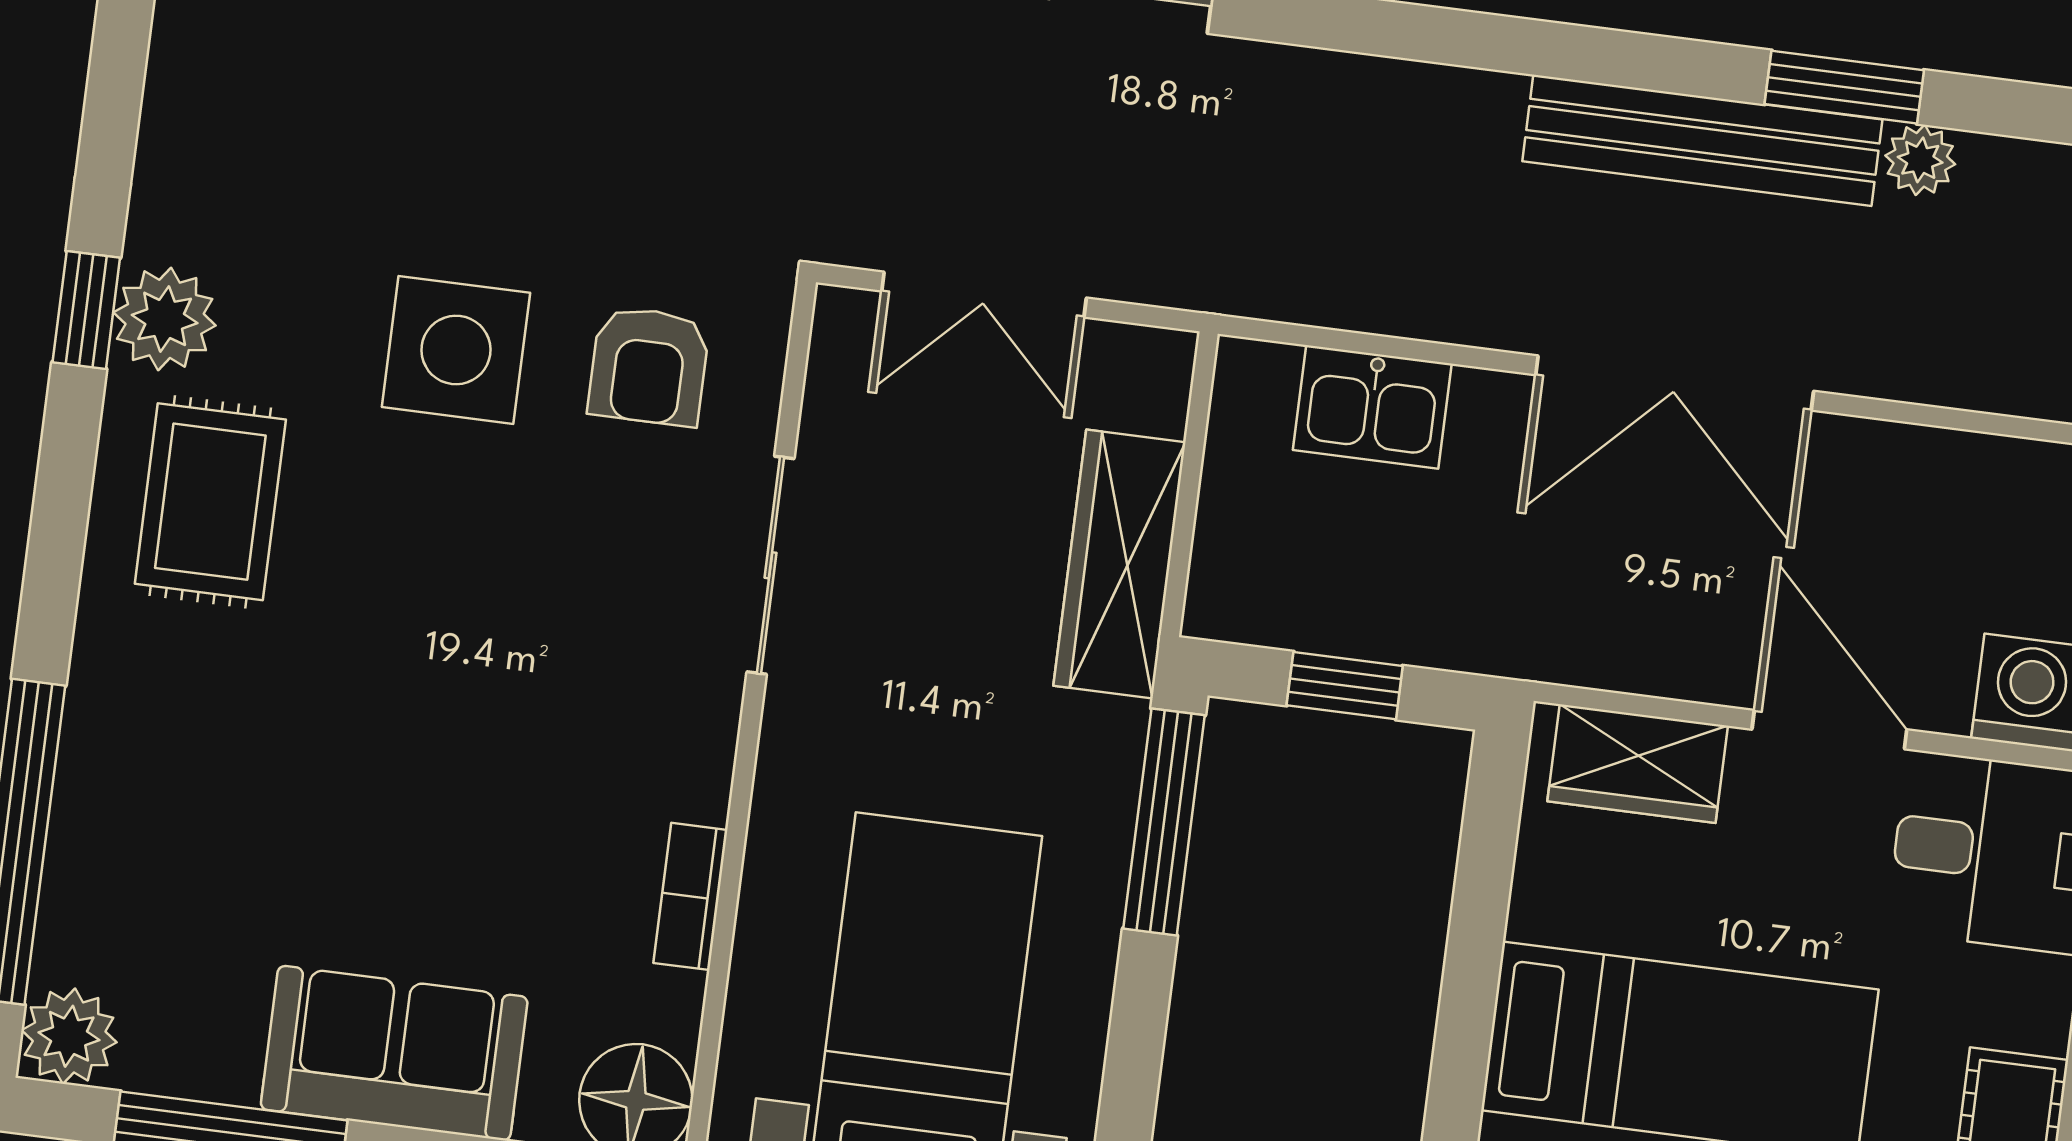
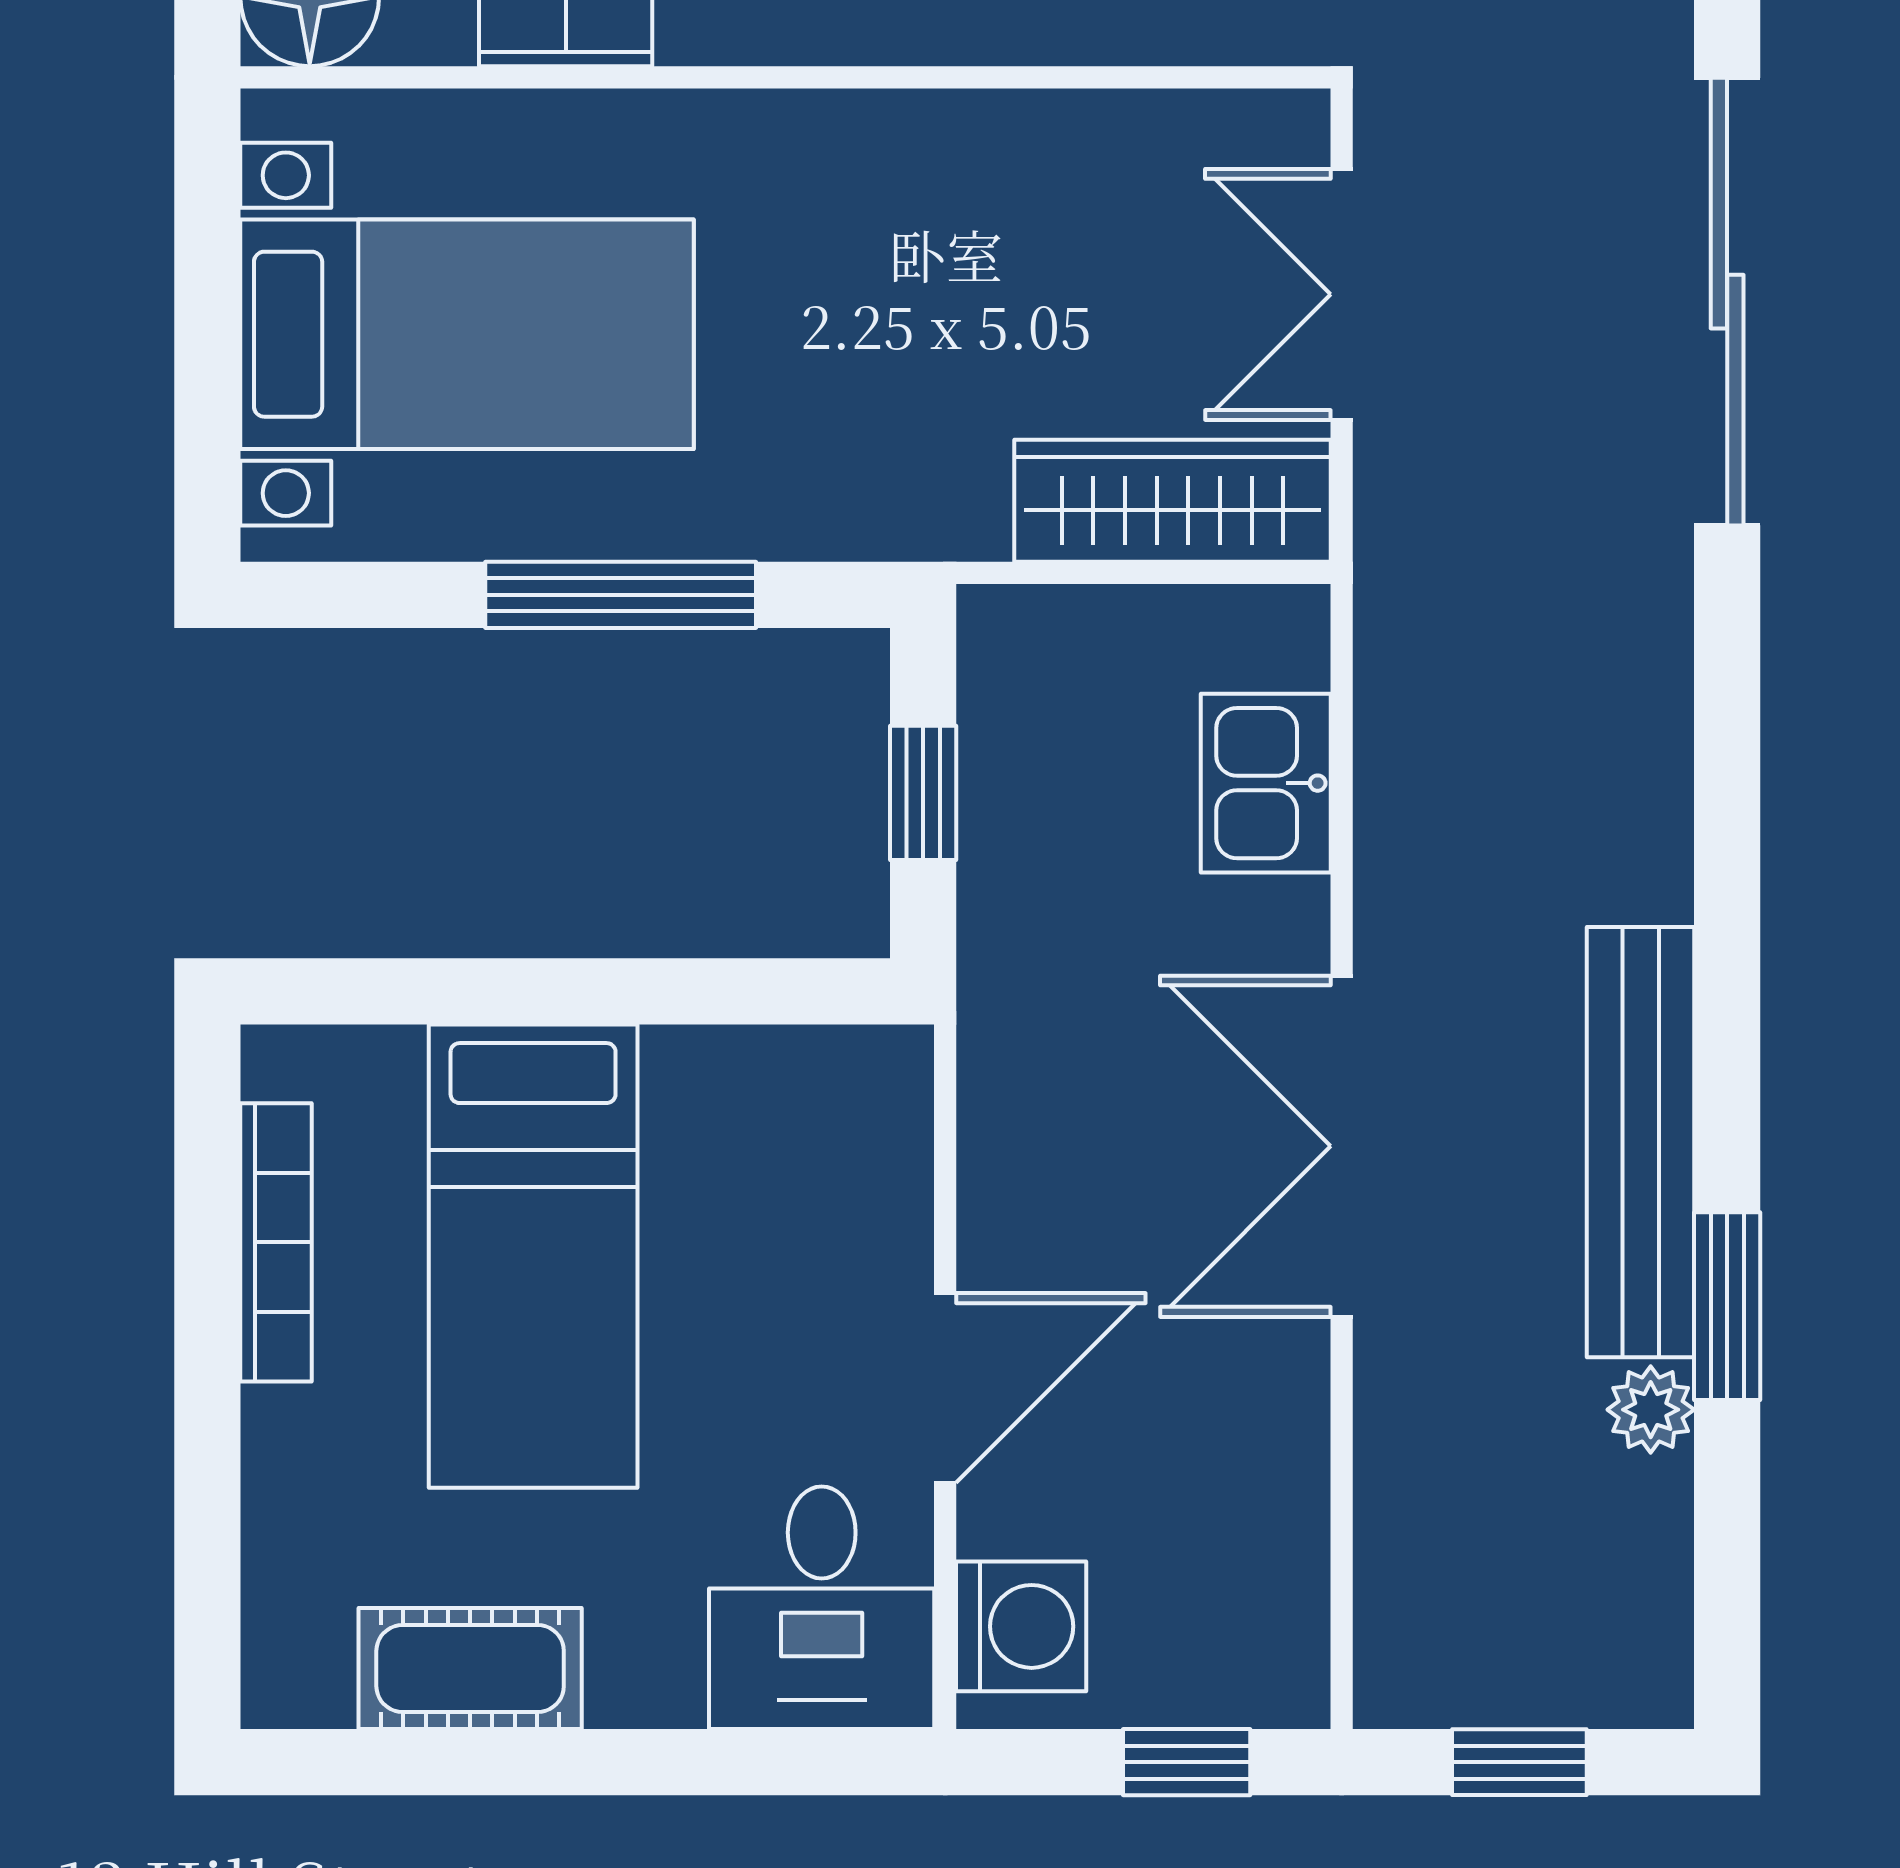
wardrobe: (1120, 564) -> (1172, 501), moved
sliding door: (770, 565) -> (980, 77), removed
wardrobe: (1638, 764) -> (874, 1160), removed
window: (1164, 822) -> (621, 595), moved

